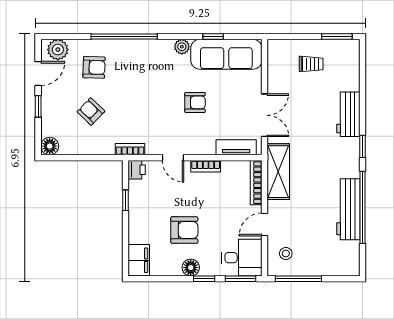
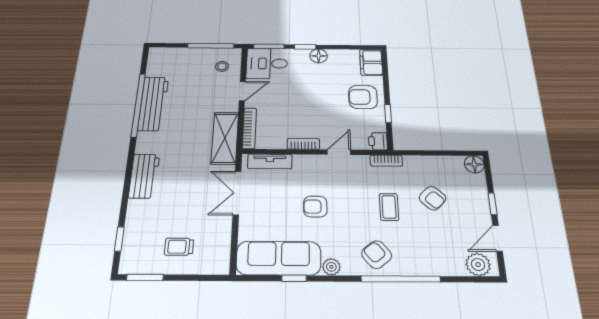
armchair: (94, 67) -> (377, 255), moved, turned 49
coffee table: (130, 103) -> (389, 207), added
workbench: (348, 114) -> (144, 176), moved
window: (362, 146) -> (119, 239), moved
door: (173, 158) -> (339, 152), hinge flipped
armchair: (184, 230) -> (363, 97), moved

